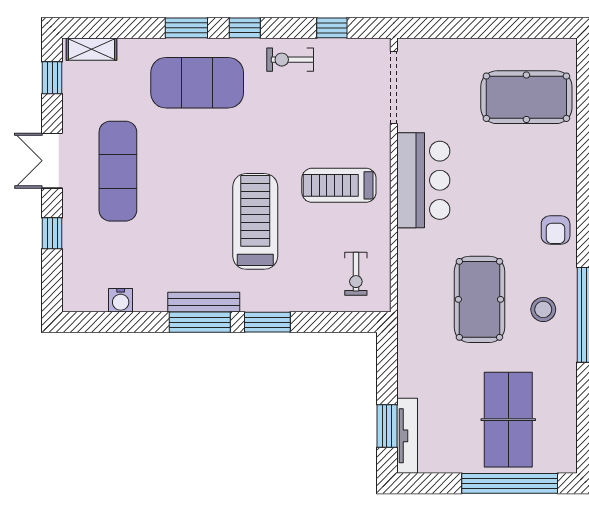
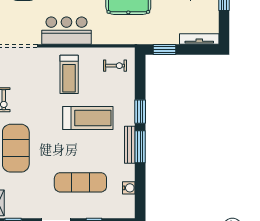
exercise mat: (118, 171) -> (80, 182), moved
treadmill: (255, 221) -> (88, 118), turned 180
window: (387, 426) -> (164, 50), moved

